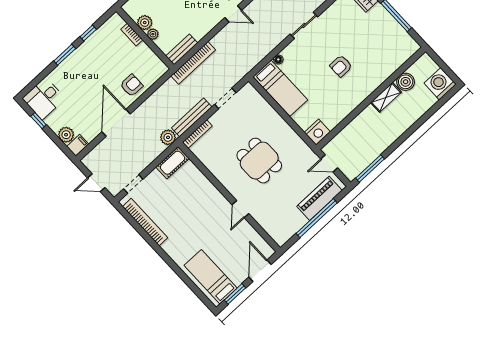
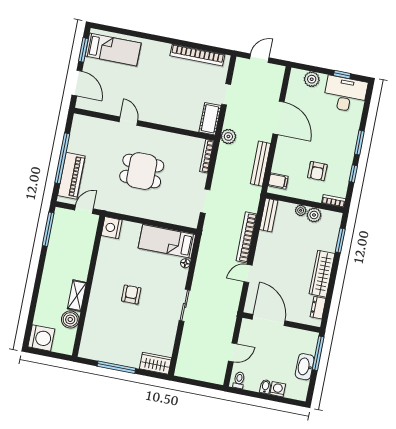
bookcase: (132, 35) -> (334, 201), moved
bookcase: (193, 63) -> (246, 237), moved
armchair: (132, 85) -> (317, 171), moved
desk: (44, 98) -> (345, 94), width x1.37
bench: (192, 117) -> (260, 164), moved
filing cabinet: (78, 145) -> (278, 181), moved, turned -90
doorway: (133, 184) -> (226, 94), moved

